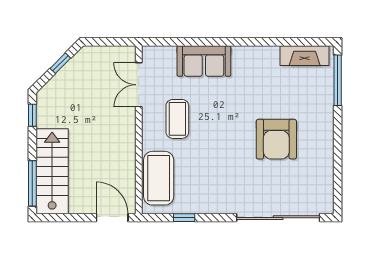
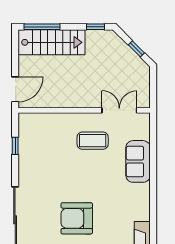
coffee table: (159, 178) -> (46, 126), removed

